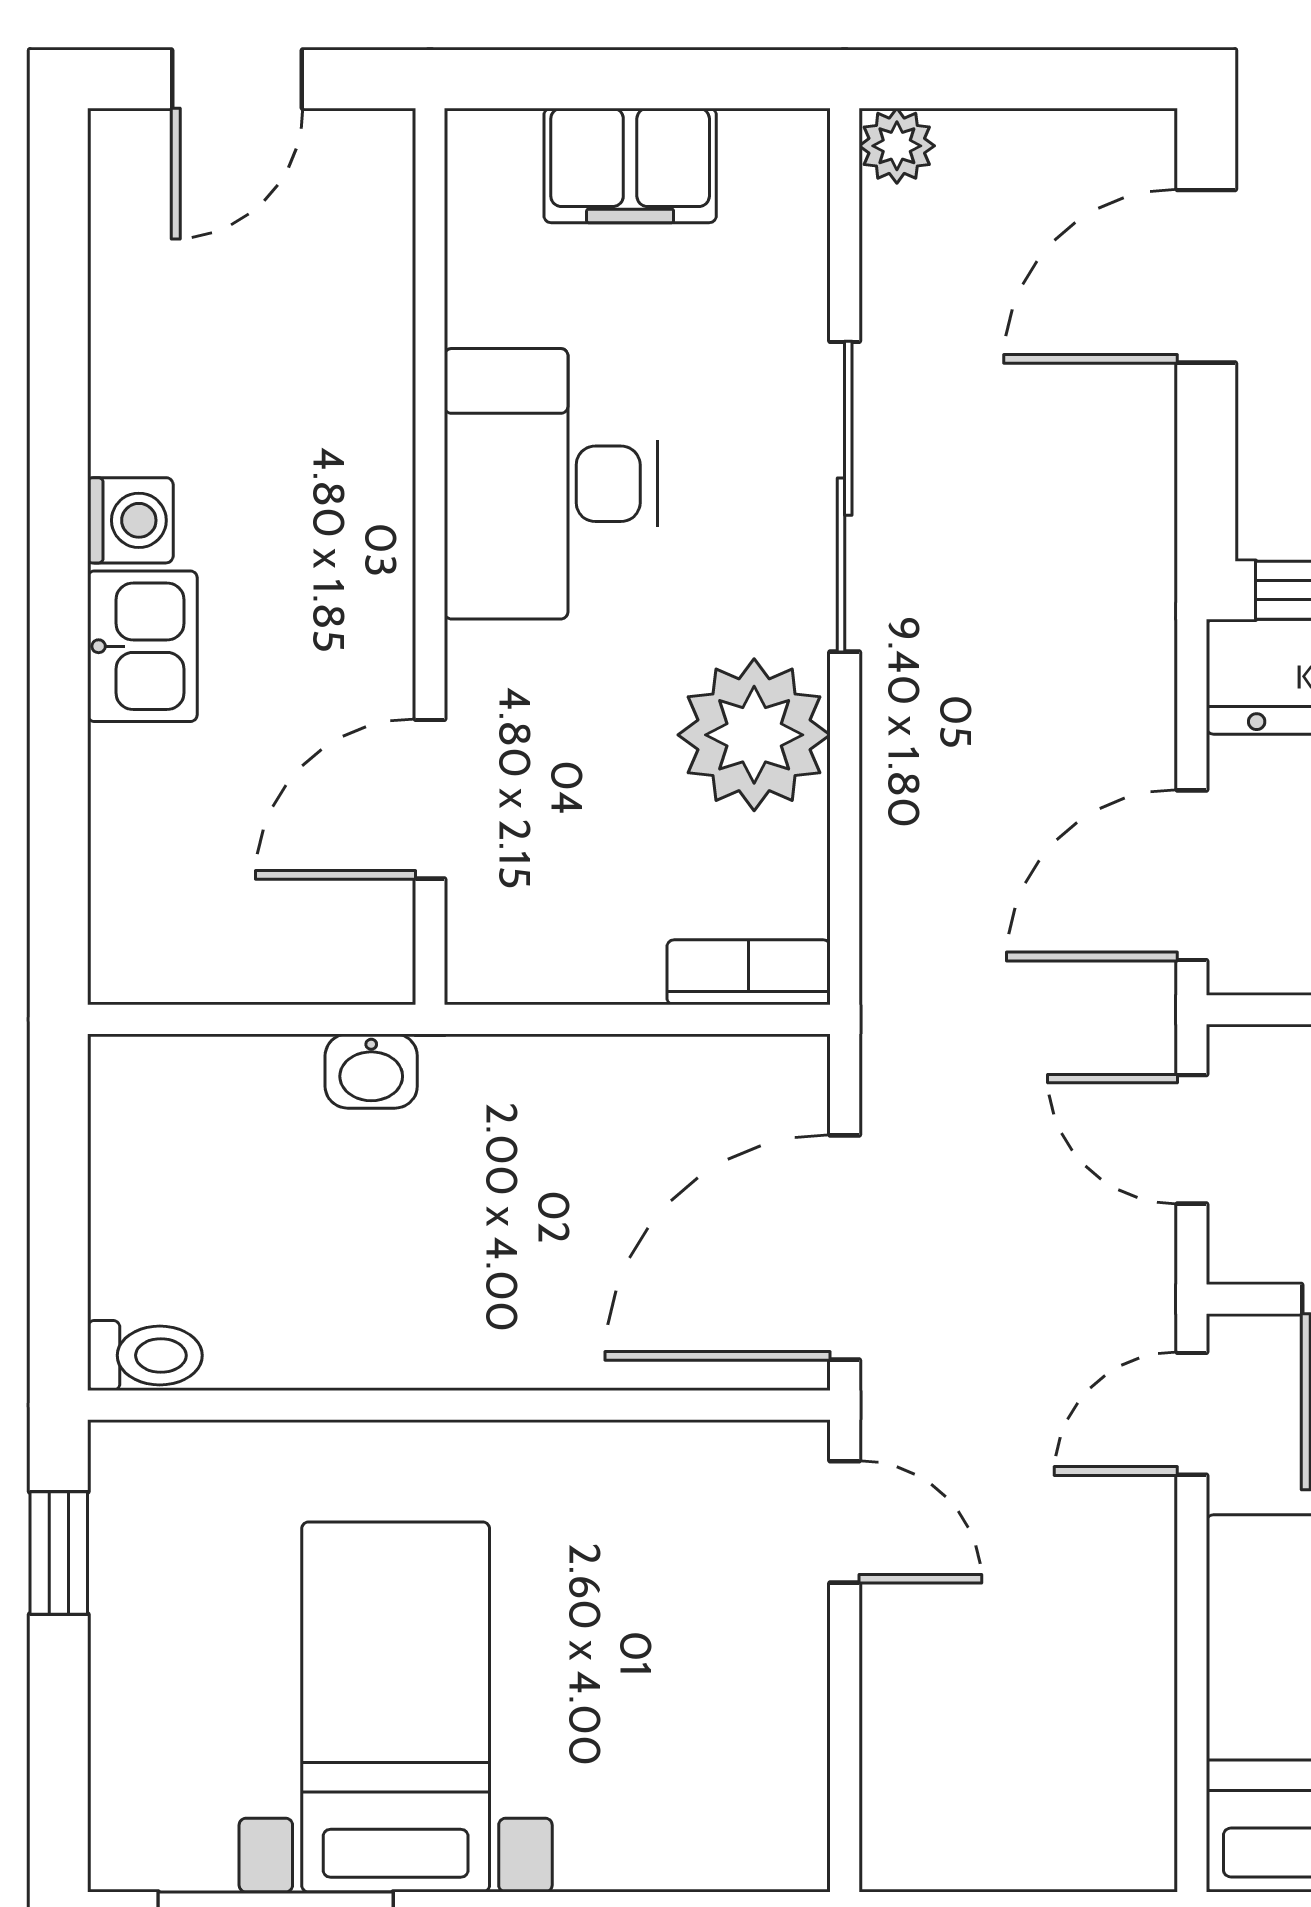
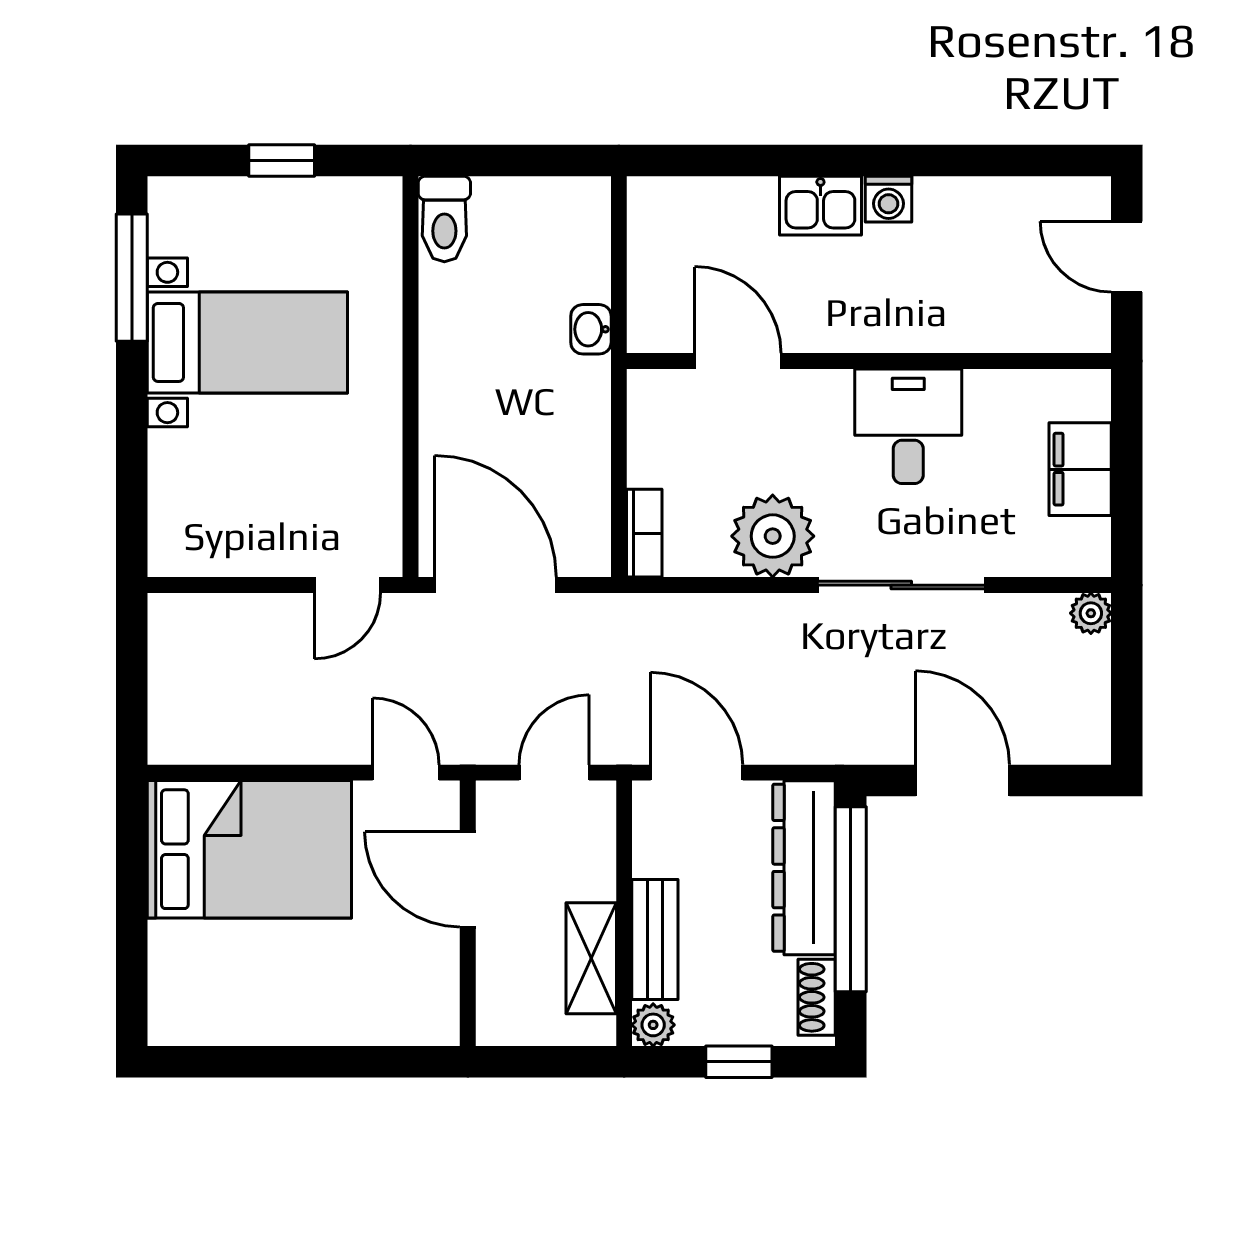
door: (1206, 276) -> (963, 780), moved
desk: (551, 484) -> (908, 426), width x0.73
toilet: (145, 1355) -> (444, 219), width x1.37, depth x1.39
window: (59, 1553) -> (282, 160), moved

